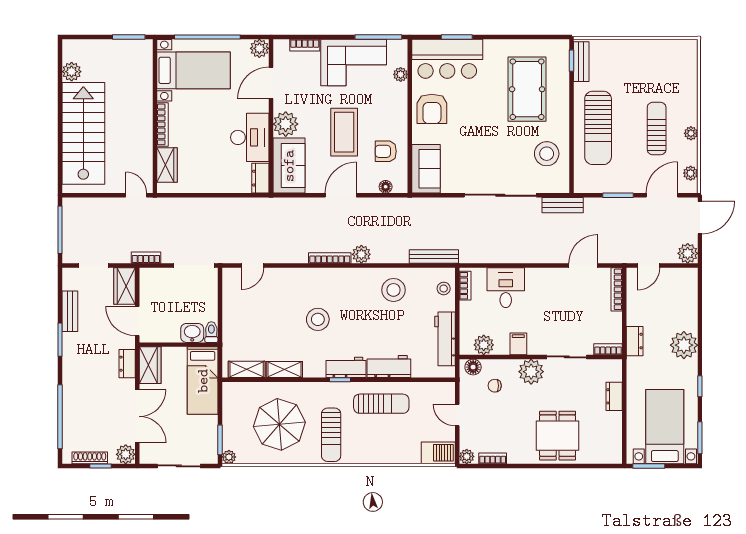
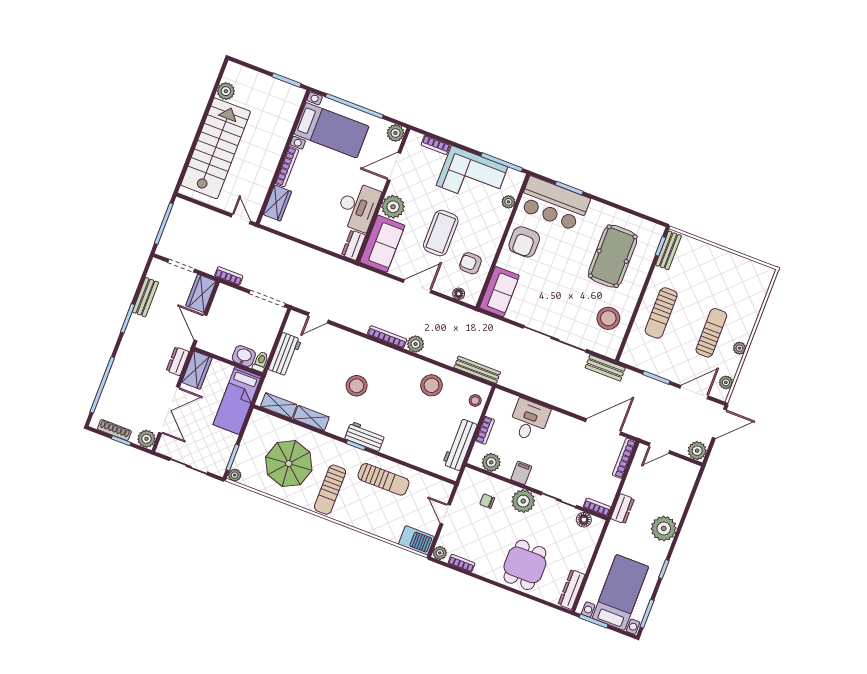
sun lounger: (598, 128) -> (661, 313), width x0.73, depth x0.75
door: (583, 266) -> (603, 427), width x1.36
bookcase: (465, 286) -> (485, 430), moved
workbench: (389, 366) -> (285, 354), moved, turned 90
floor lamp: (473, 367) -> (584, 520), moved
dresser: (614, 396) -> (571, 589), moved, width x1.44

